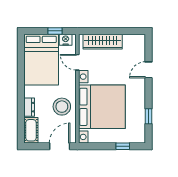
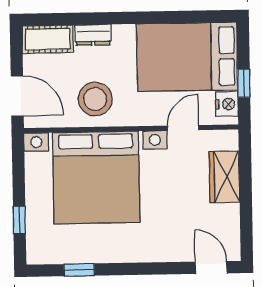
wardrobe: (103, 42) -> (224, 177), width x0.67
door: (149, 70) -> (211, 268), moved

